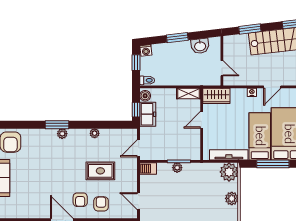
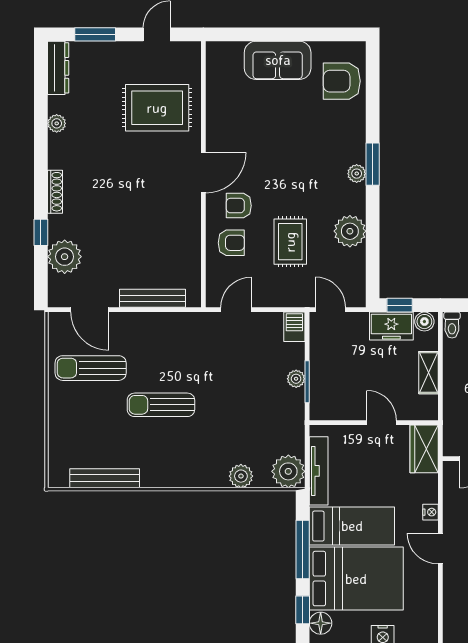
shelving: (189, 93) -> (428, 373), moved
plant: (95, 133) -> (350, 231), width x1.88, depth x1.88

